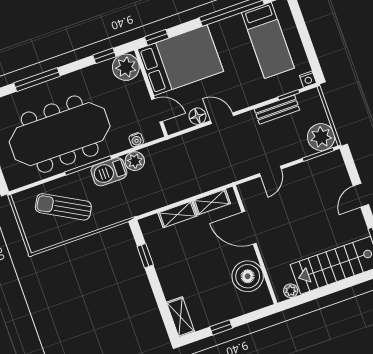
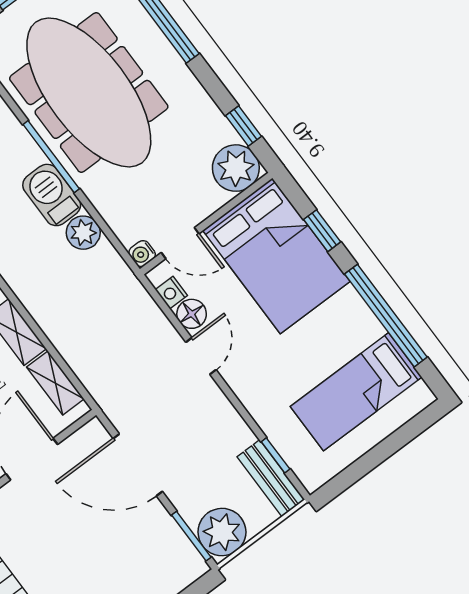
window: (157, 37) -> (322, 231), moved
nightstand: (308, 79) -> (171, 293), moved
door: (157, 110) -> (180, 243), hinge flipped
bench: (277, 110) -> (271, 478), moved
water cooler: (136, 140) -> (142, 254), moved
door: (270, 171) -> (138, 465), width x1.88

